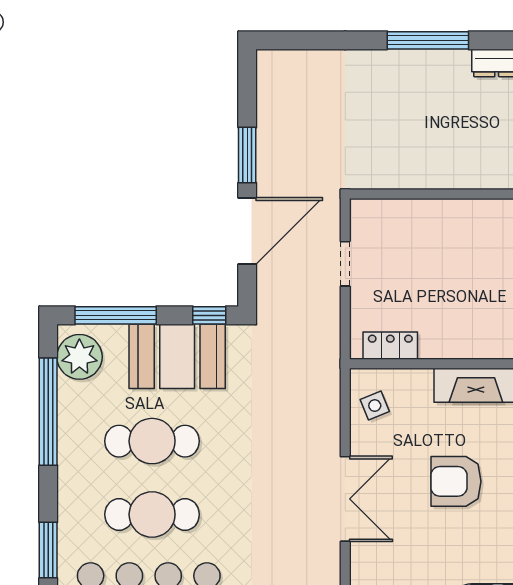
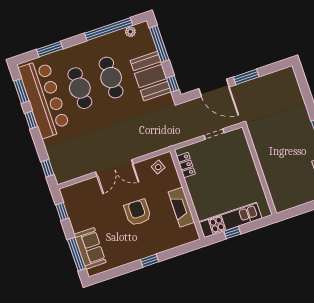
plant: (79, 357) -> (130, 32), width x0.53, depth x0.53

